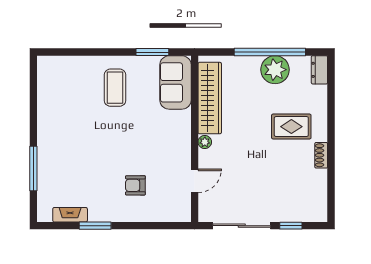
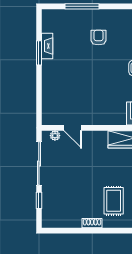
plant: (205, 142) -> (55, 136), moved
armchair: (135, 185) -> (99, 38), moved
fireplace: (70, 215) -> (47, 46), moved

